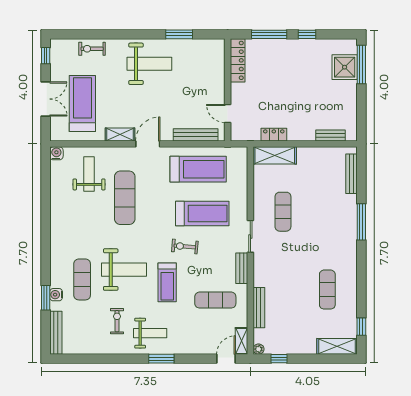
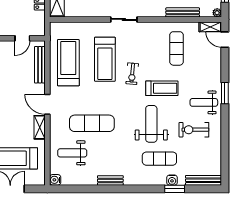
treadmill: (202, 213) -> (105, 59), turned 180
bench: (242, 268) -> (110, 180), moved
exercise bike: (117, 321) -> (194, 130), width x1.38, depth x1.39
weight bench: (150, 333) -> (204, 102), turned -90

